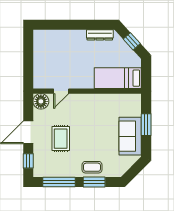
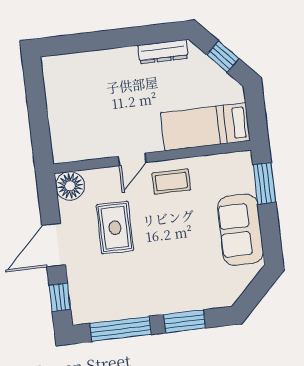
door: (61, 91) -> (132, 159), moved
window: (146, 125) -> (264, 183), moved
rug: (61, 139) -> (115, 228), moved
coffee table: (92, 167) -> (171, 182), moved

